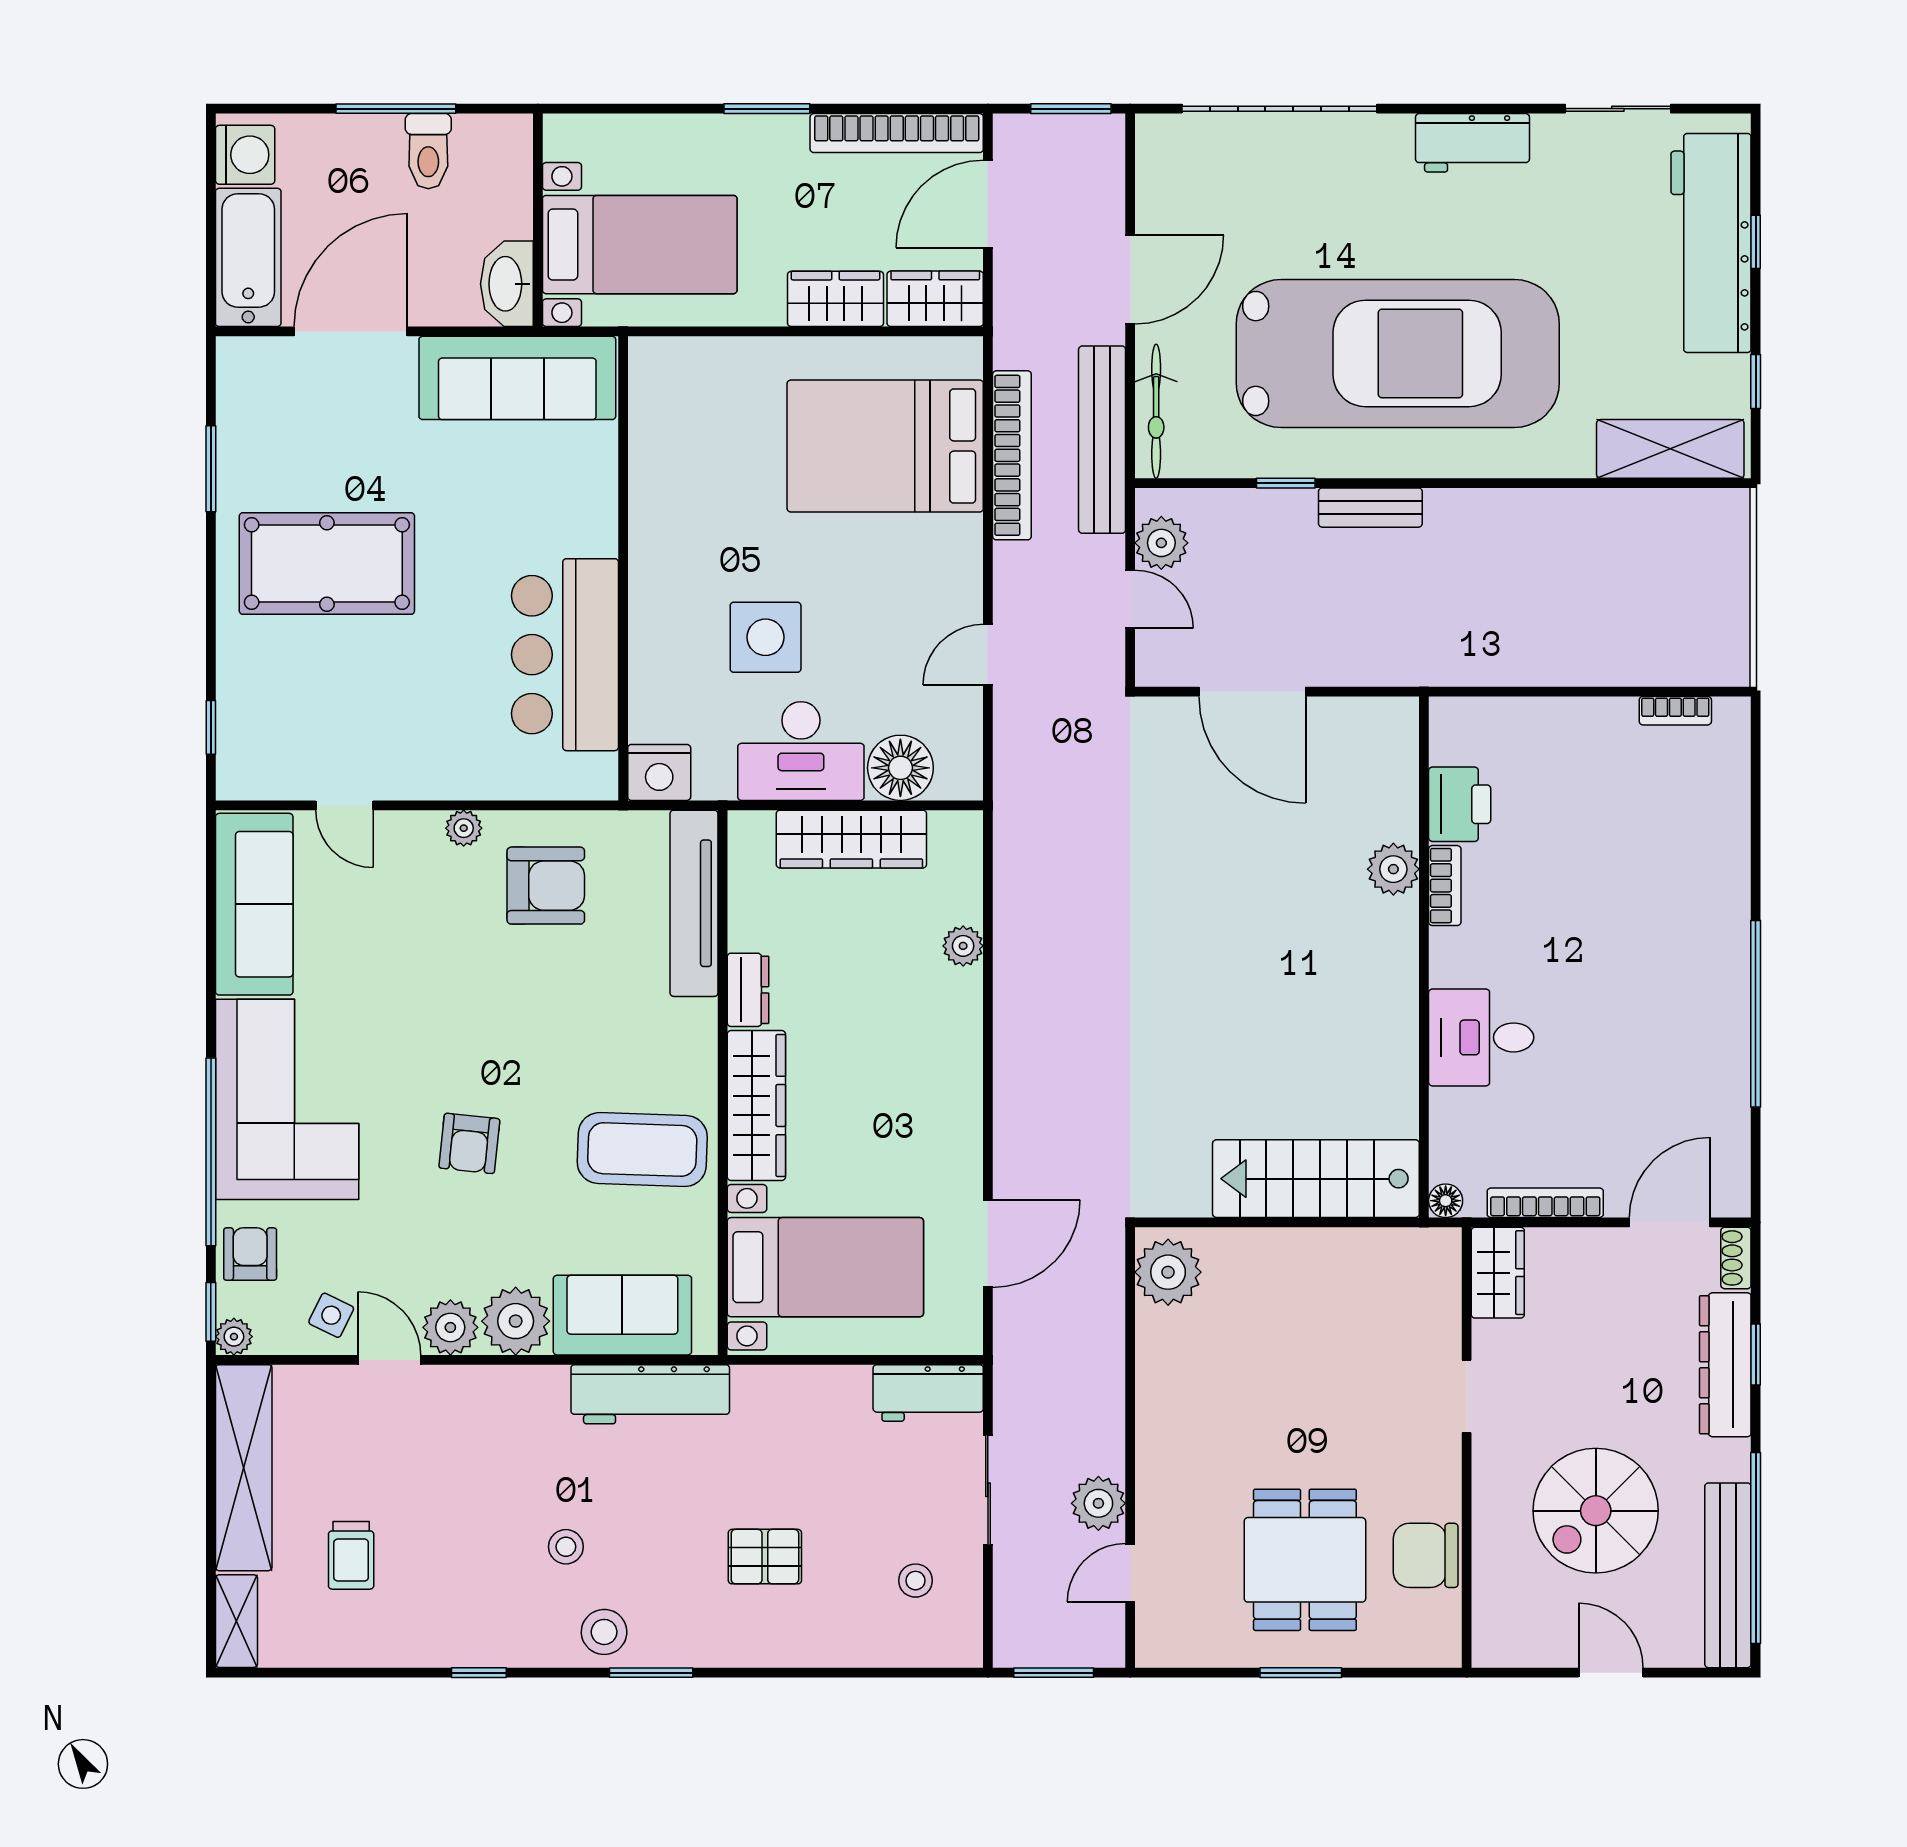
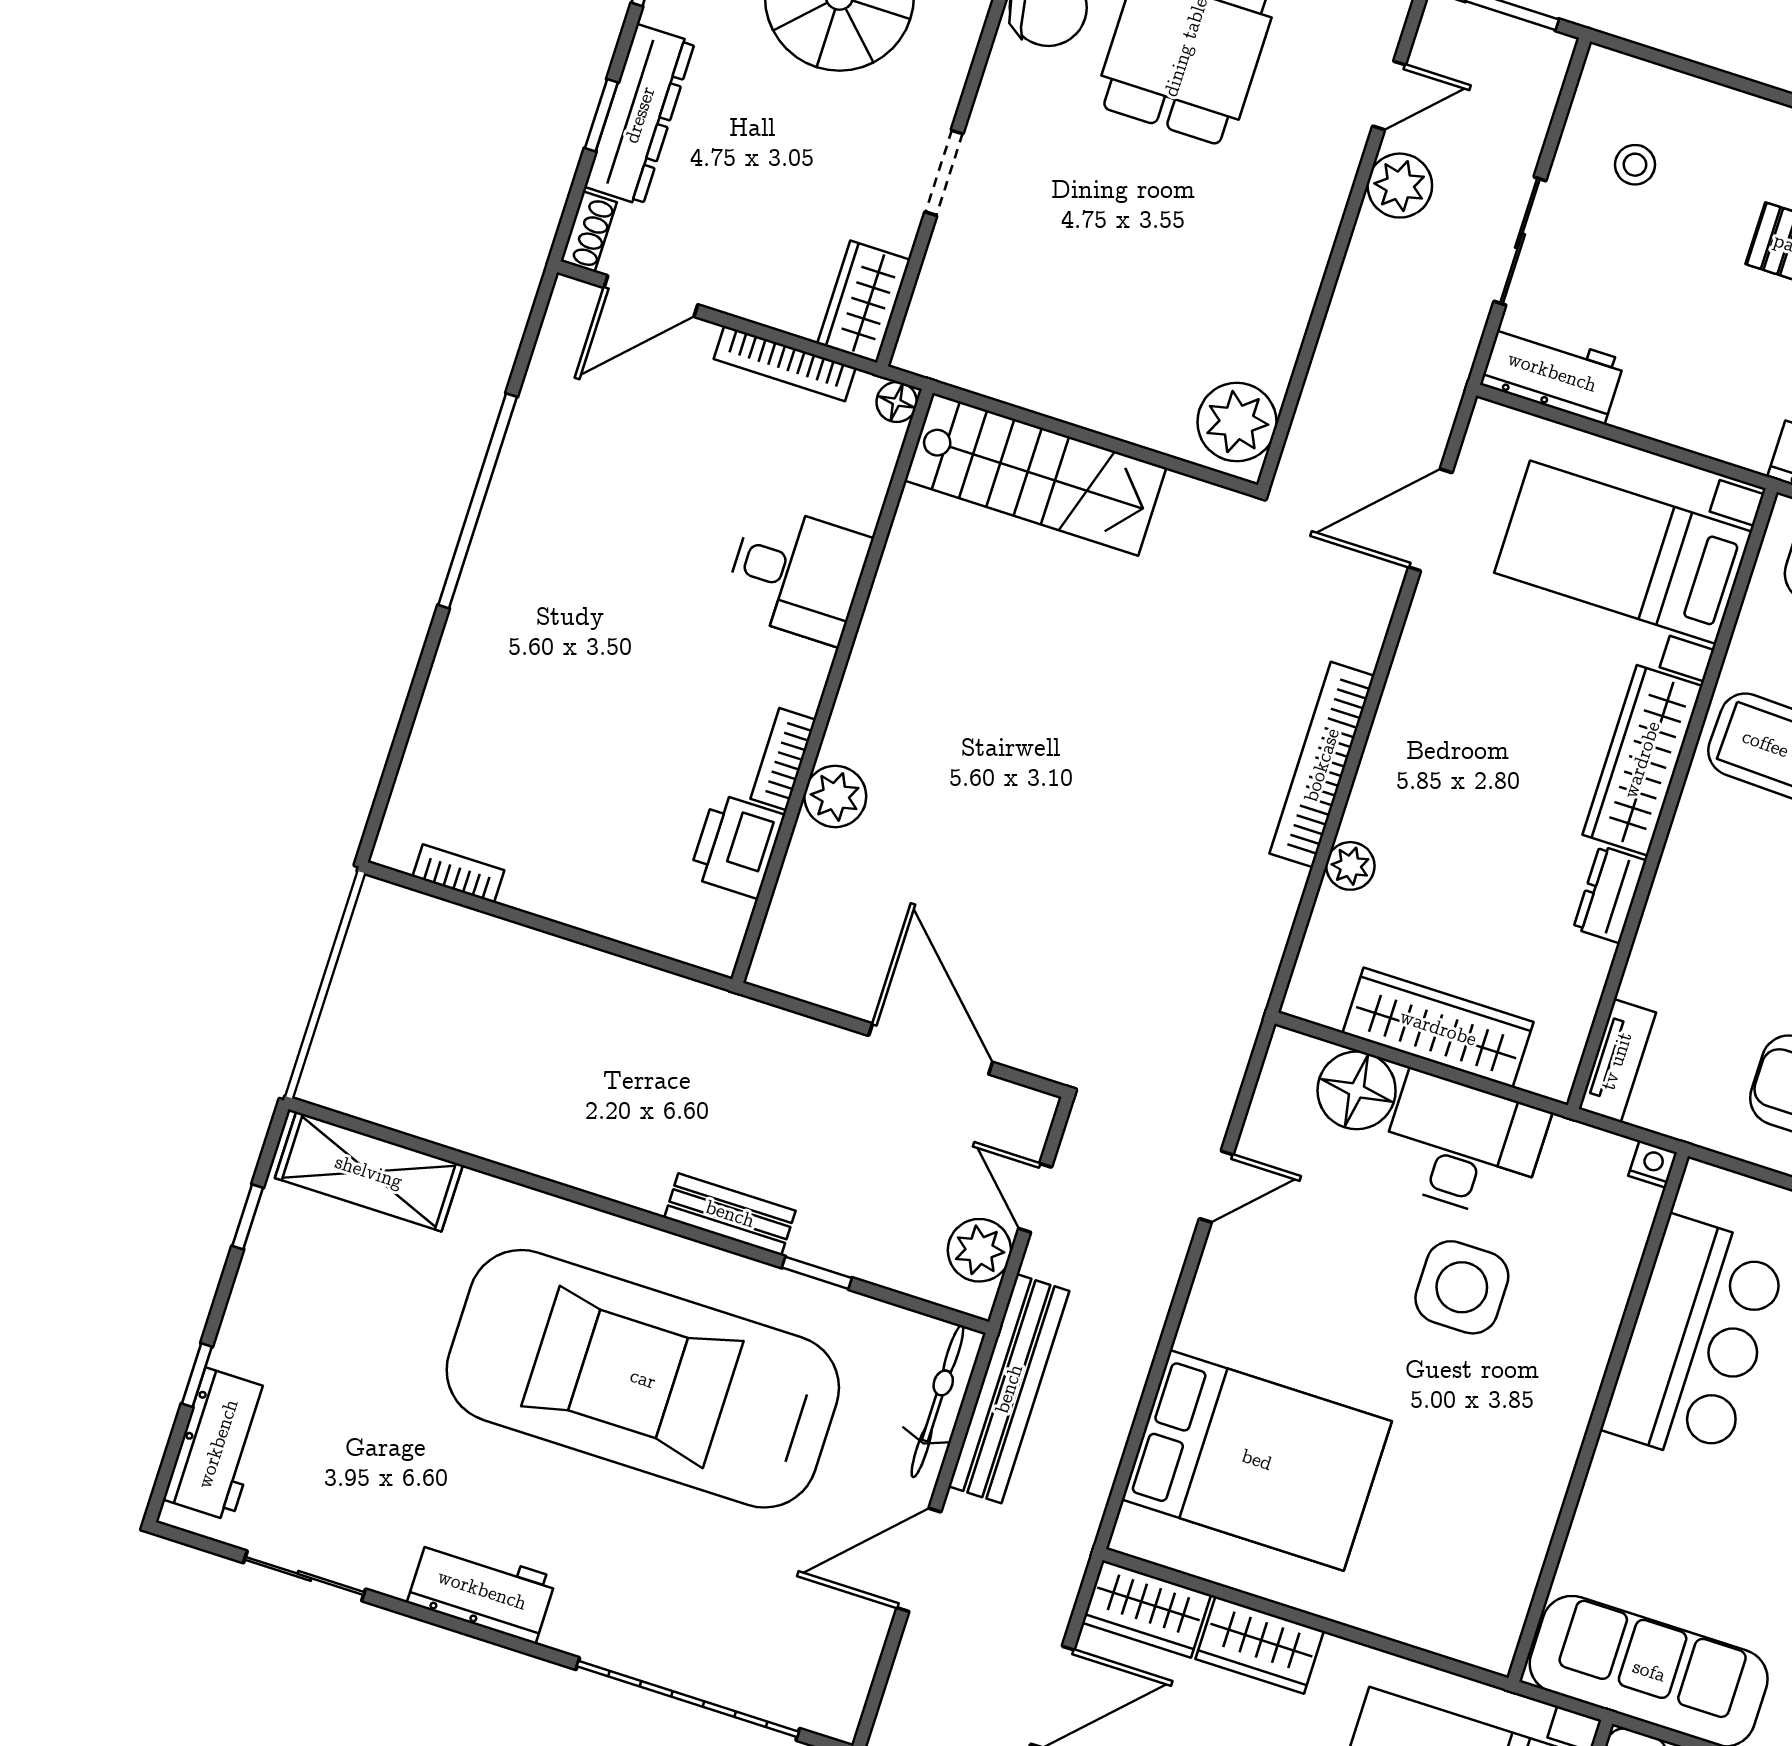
workbench: (1711, 243) -> (218, 1444), width x0.53, depth x0.76
bookcase: (1012, 455) -> (1322, 765), moved
nightstand: (659, 772) -> (1653, 1164), width x0.53, depth x0.56
tv unit: (694, 903) -> (1617, 1061), width x0.52, depth x0.78

